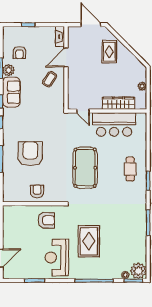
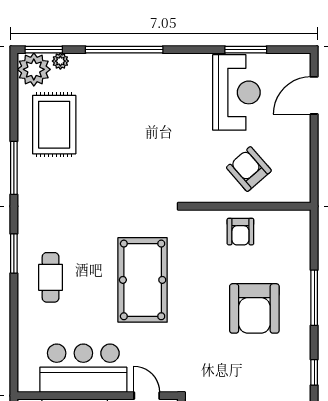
armchair: (46, 220) -> (249, 169), moved, turned 49
rug: (89, 241) -> (54, 125), moved
reception desk: (57, 257) -> (236, 92), moved

